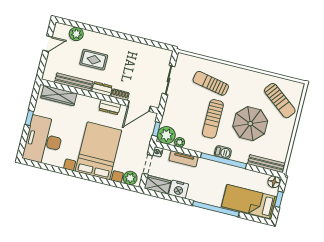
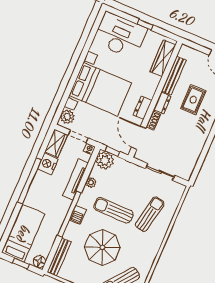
plant: (180, 142) -> (91, 182), moved
tv unit: (183, 159) -> (76, 179), width x1.41
window: (216, 209) -> (29, 181), moved

